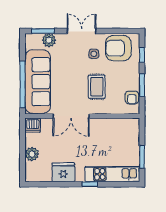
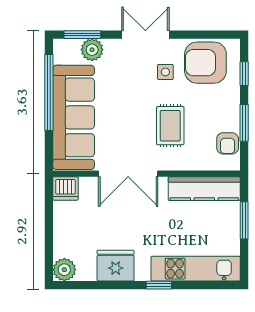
window: (23, 84) -> (49, 93), moved
kitchen counter: (118, 125) -> (204, 189), added
plant: (32, 154) -> (64, 270), moved
window: (142, 157) -> (244, 220), moved

